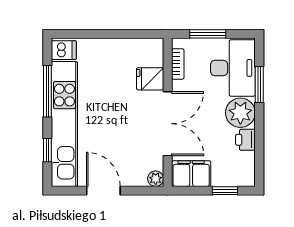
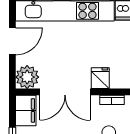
plant: (156, 179) -> (27, 77), width x1.87, depth x1.87

